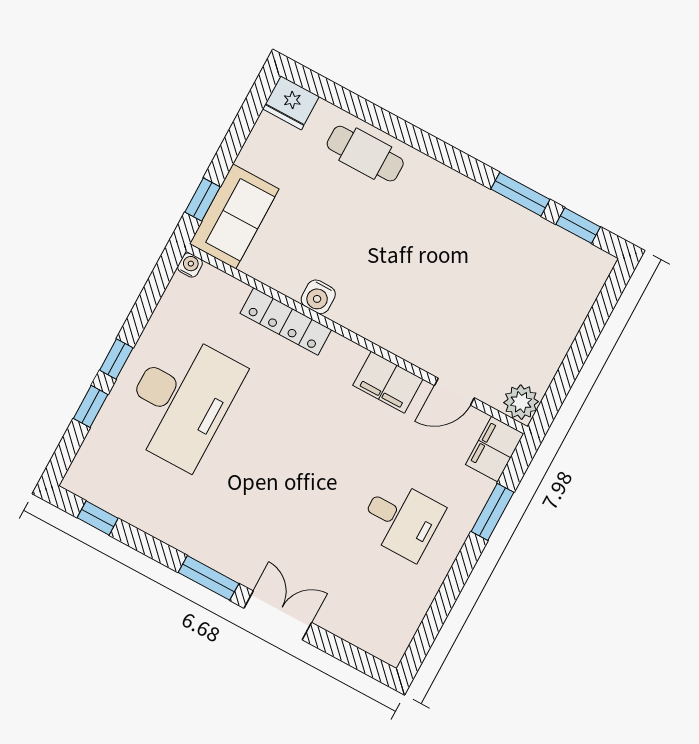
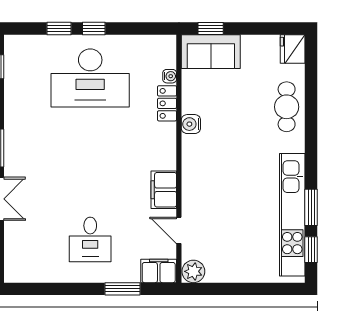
kitchen unit: (517, 225) -> (292, 215), added
water cooler: (190, 265) -> (170, 76), moved
locker: (286, 321) -> (167, 103), width x0.66

